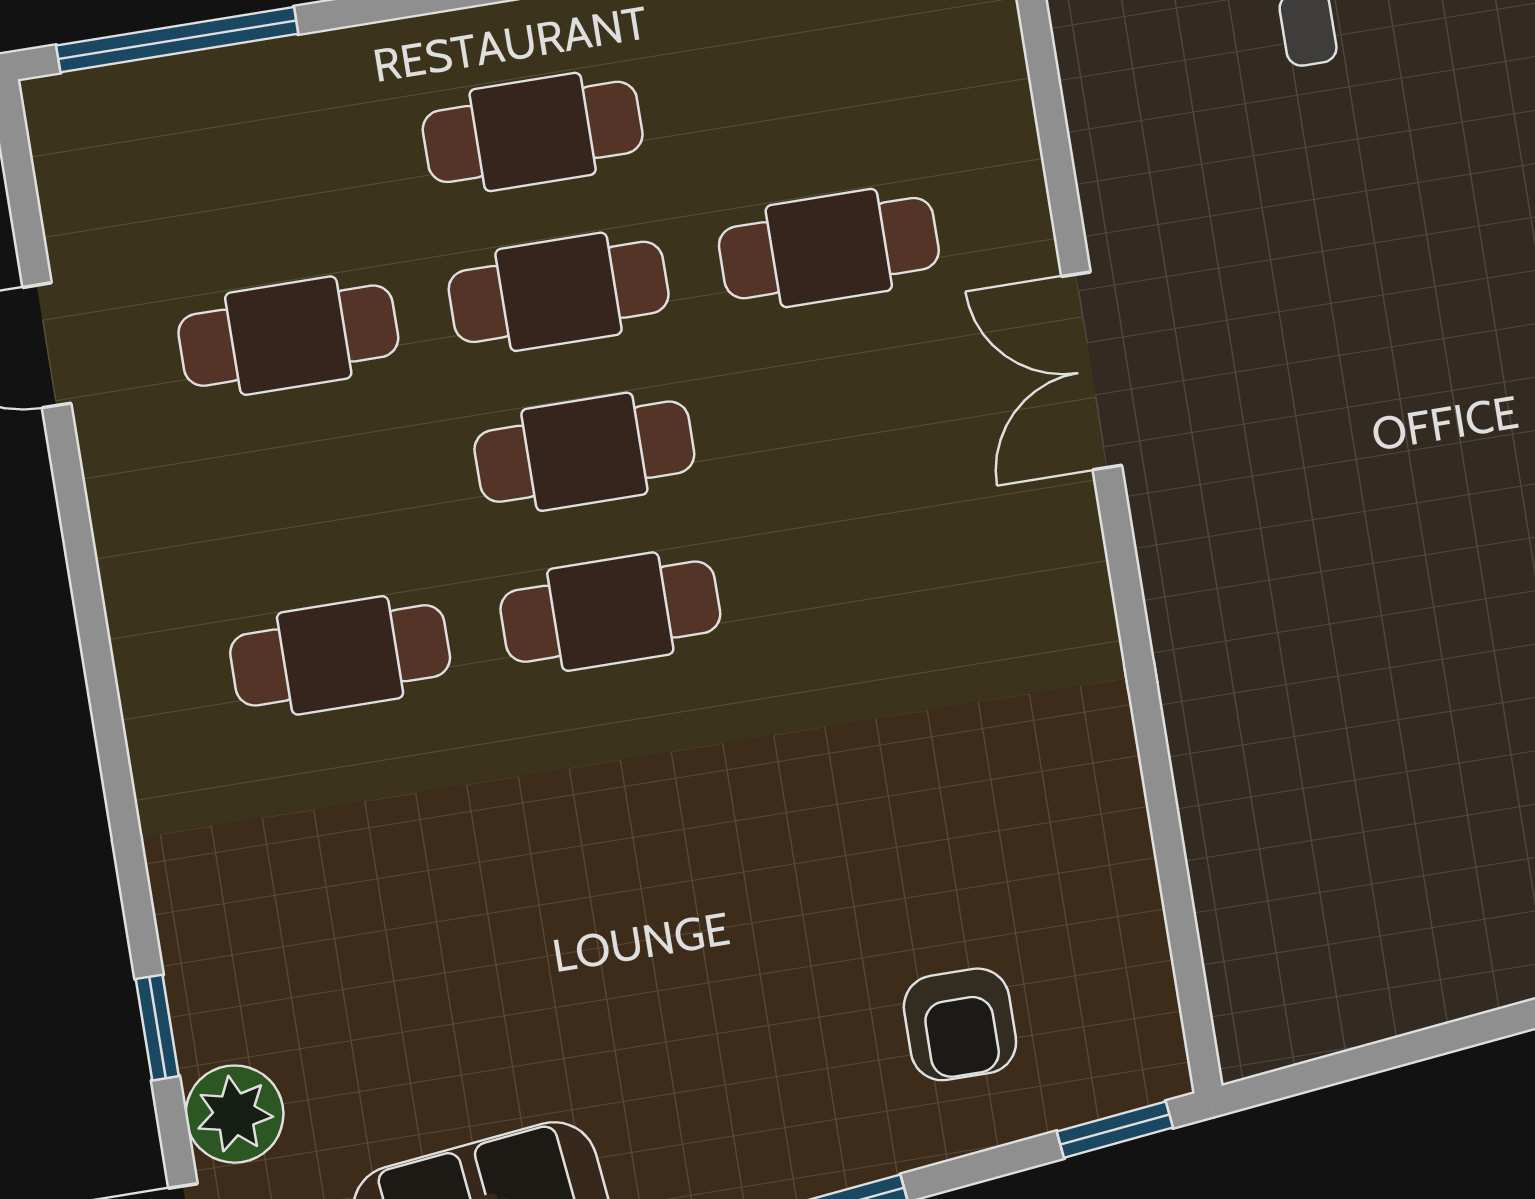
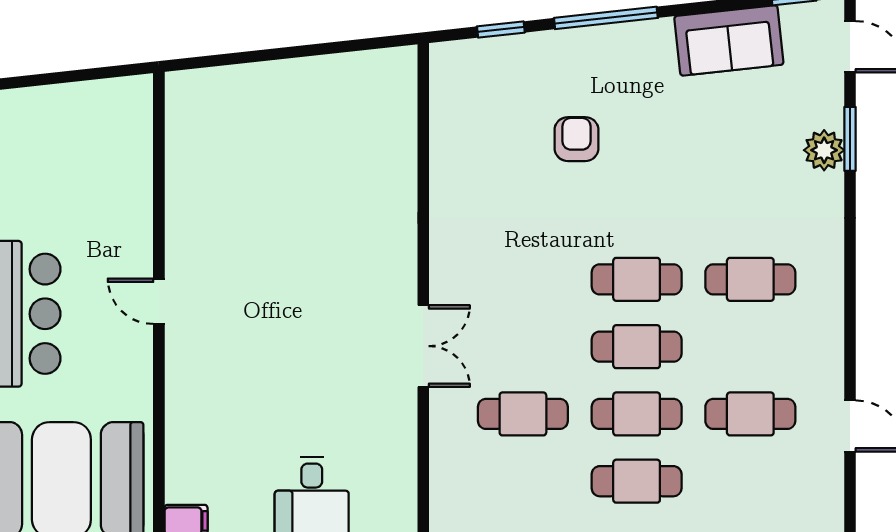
armchair: (960, 1024) -> (577, 139), moved
window: (157, 1028) -> (850, 139), width x1.50
plant: (235, 1114) -> (824, 150), moved
window: (1115, 1130) -> (501, 29), moved

